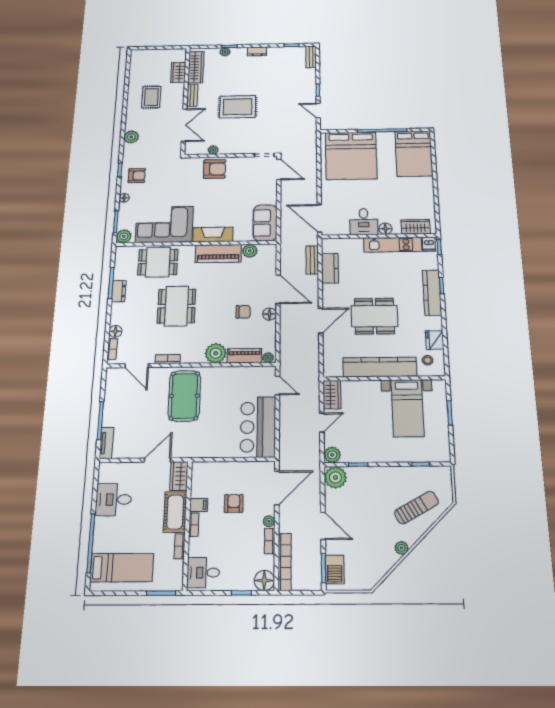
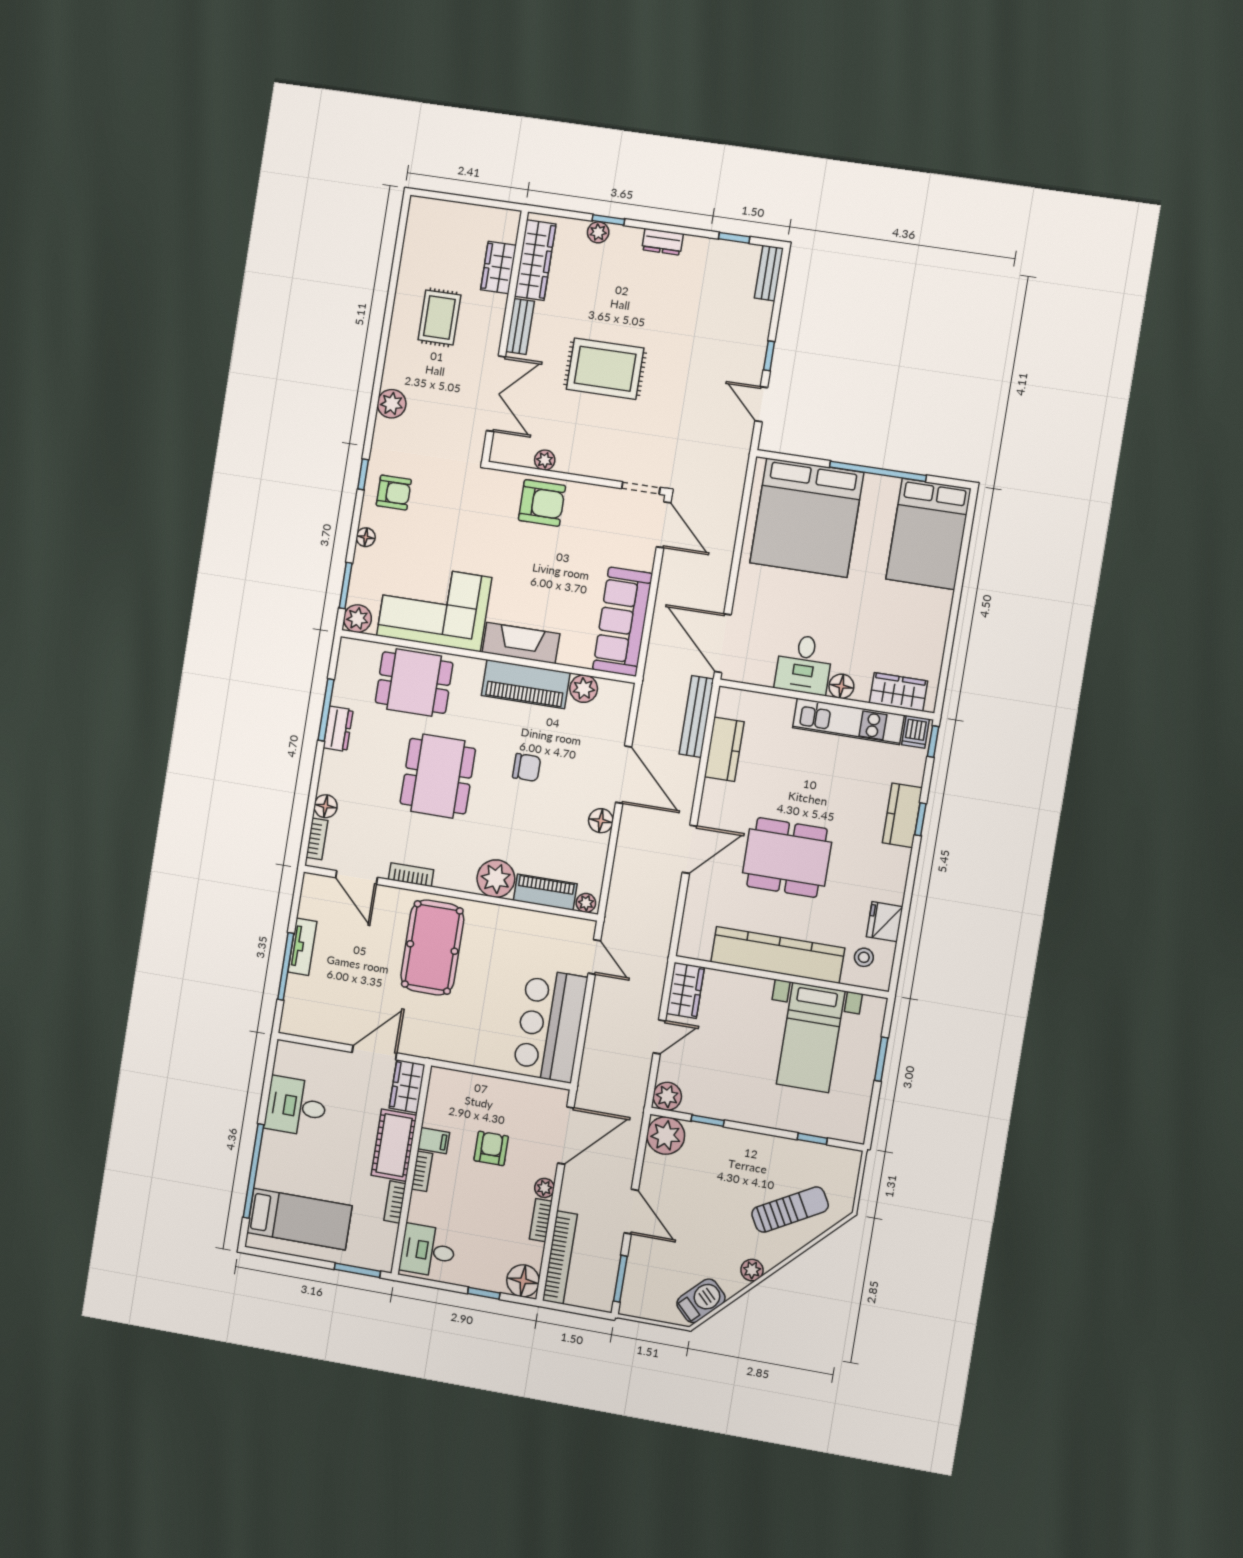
sofa: (265, 223) -> (623, 622), width x1.36
bench: (312, 260) -> (697, 716), width x1.36
kitchen counter: (432, 293) -> (902, 815), width x0.67
chair: (243, 312) -> (527, 767), moved
tv unit: (107, 443) -> (302, 947), moved
barbecue: (335, 569) -> (701, 1301), moved, turned -135

